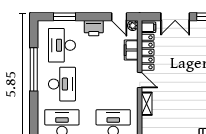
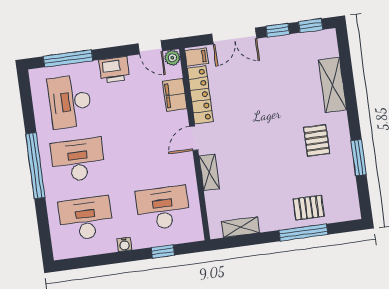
window: (64, 17) -> (68, 58), width x1.44
window: (34, 69) -> (35, 166), moved
door: (140, 80) -> (194, 138), swing flipped
desk: (62, 84) -> (78, 160), turned -90

